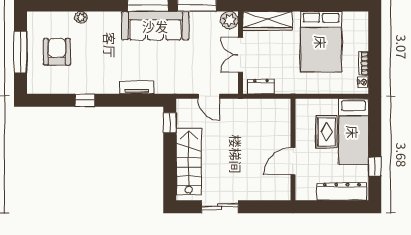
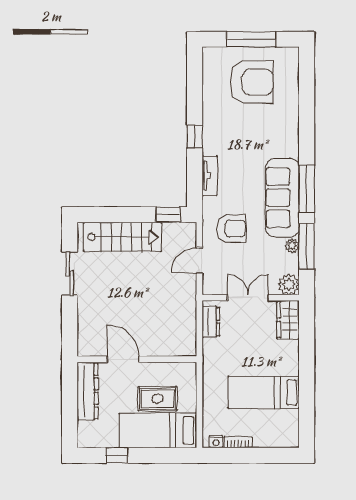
plant: (81, 17) -> (292, 246), moved
wardrobe: (267, 21) -> (288, 320), width x0.67
bed: (321, 42) -> (264, 392), width x0.67
armchair: (57, 52) -> (252, 82), width x1.36, depth x1.36
armchair: (182, 69) -> (231, 229), added
window: (85, 100) -> (195, 137), moved
dresser: (342, 191) -> (88, 391), moved

